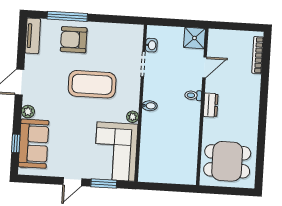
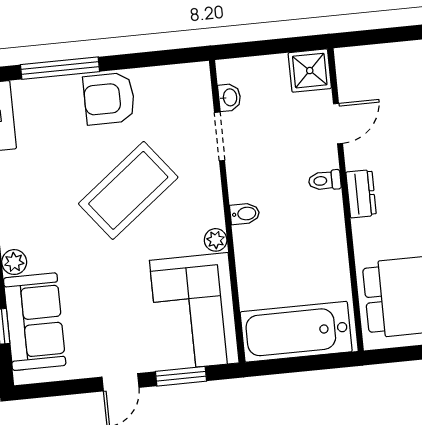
armchair: (74, 40) -> (109, 99), moved
coffee table: (92, 84) -> (128, 190), turned -38
bathtub: (166, 170) -> (296, 332), added

